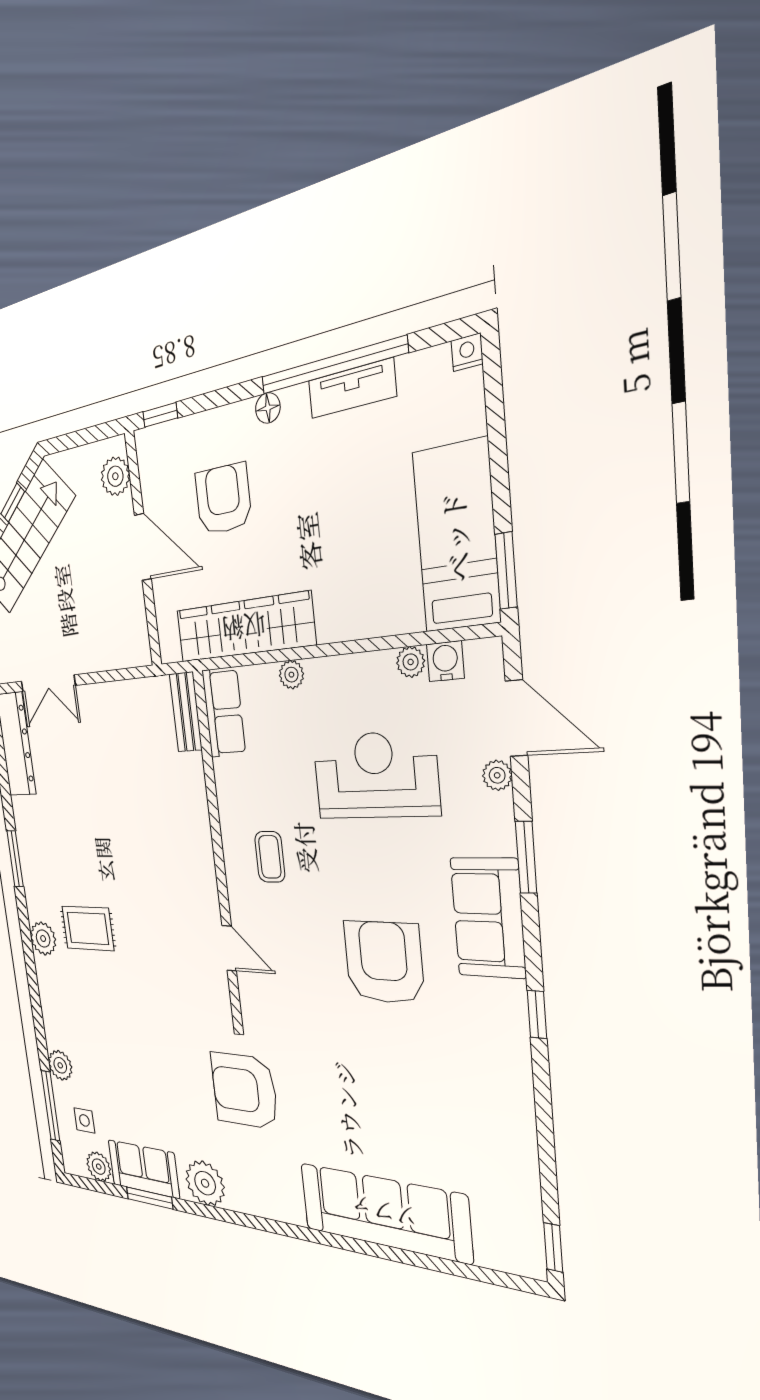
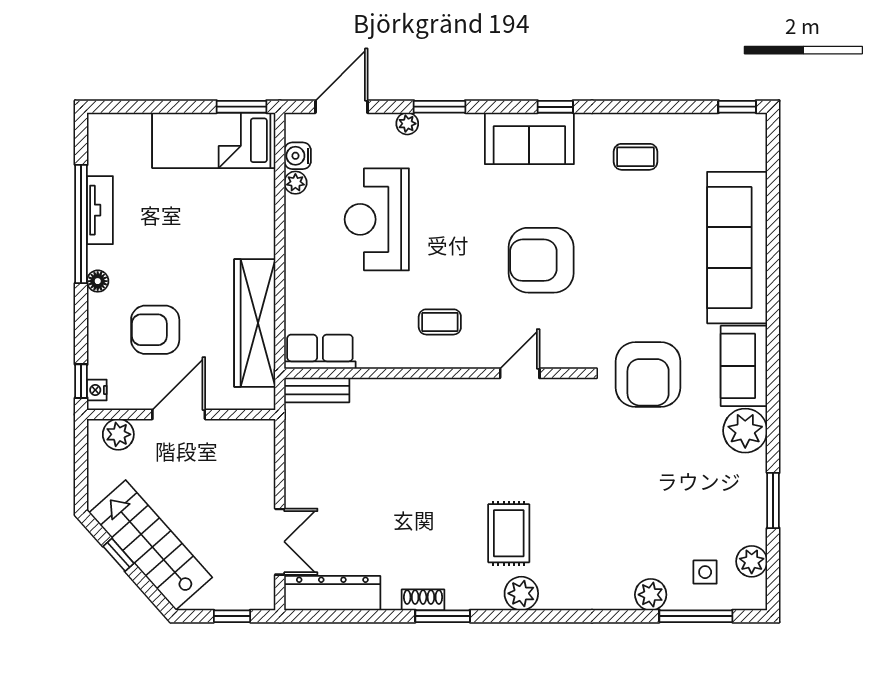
nightstand: (467, 352) -> (97, 390), moved
plant: (291, 675) -> (295, 284), removed
plant: (497, 775) -> (407, 124), moved
shoe rack: (24, 839) -> (423, 600), added
sofa: (488, 918) -> (529, 138), moved
armchair: (384, 962) -> (541, 260), moved
coffee table: (480, 1110) -> (636, 157), added
sofa: (144, 1169) -> (744, 366), moved

